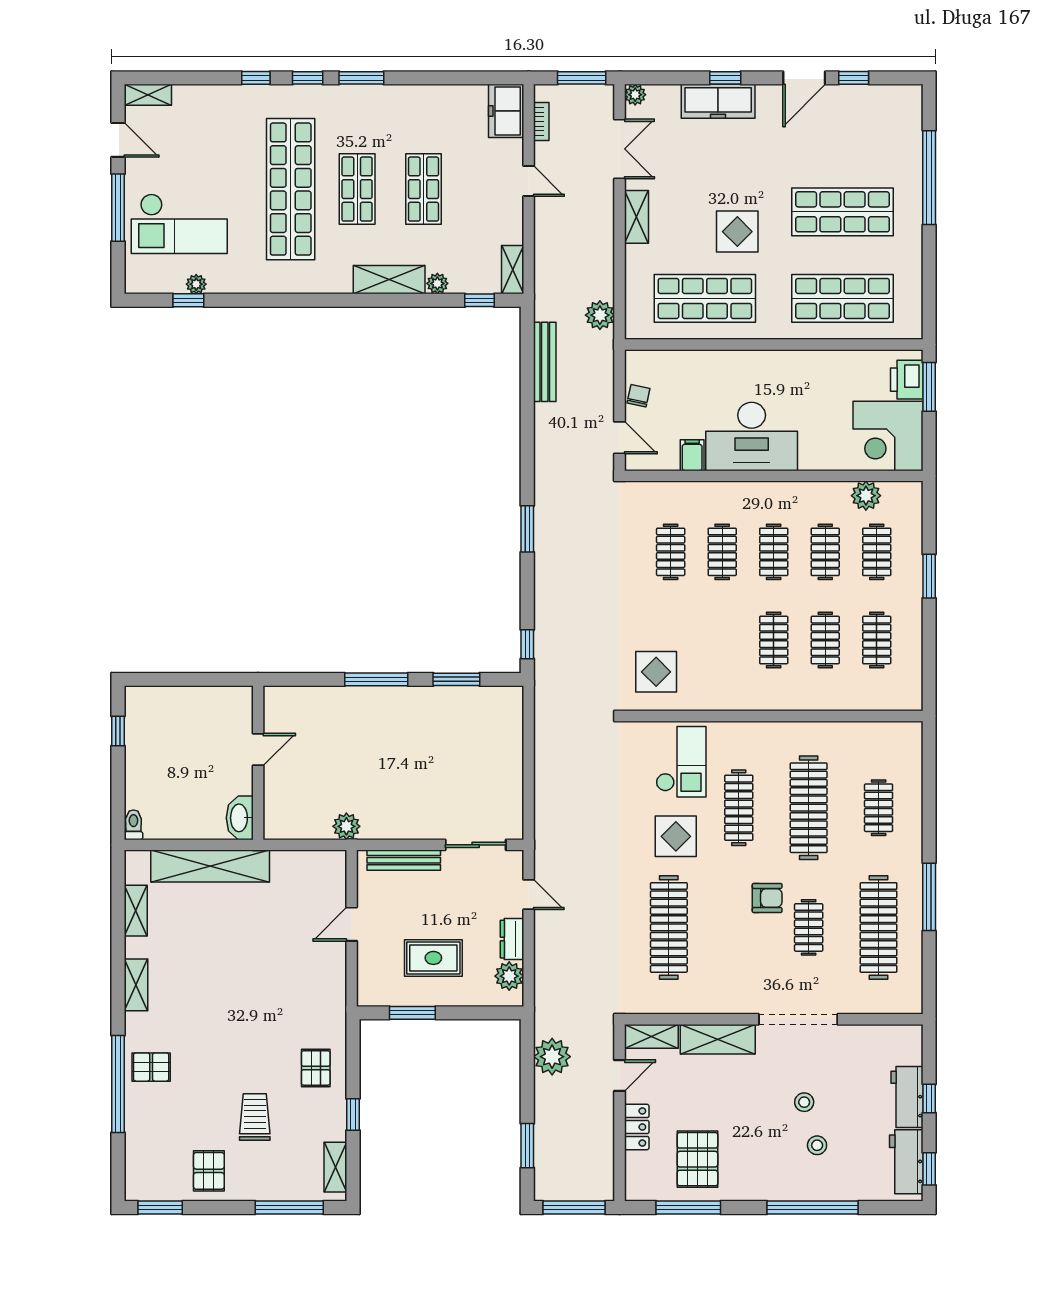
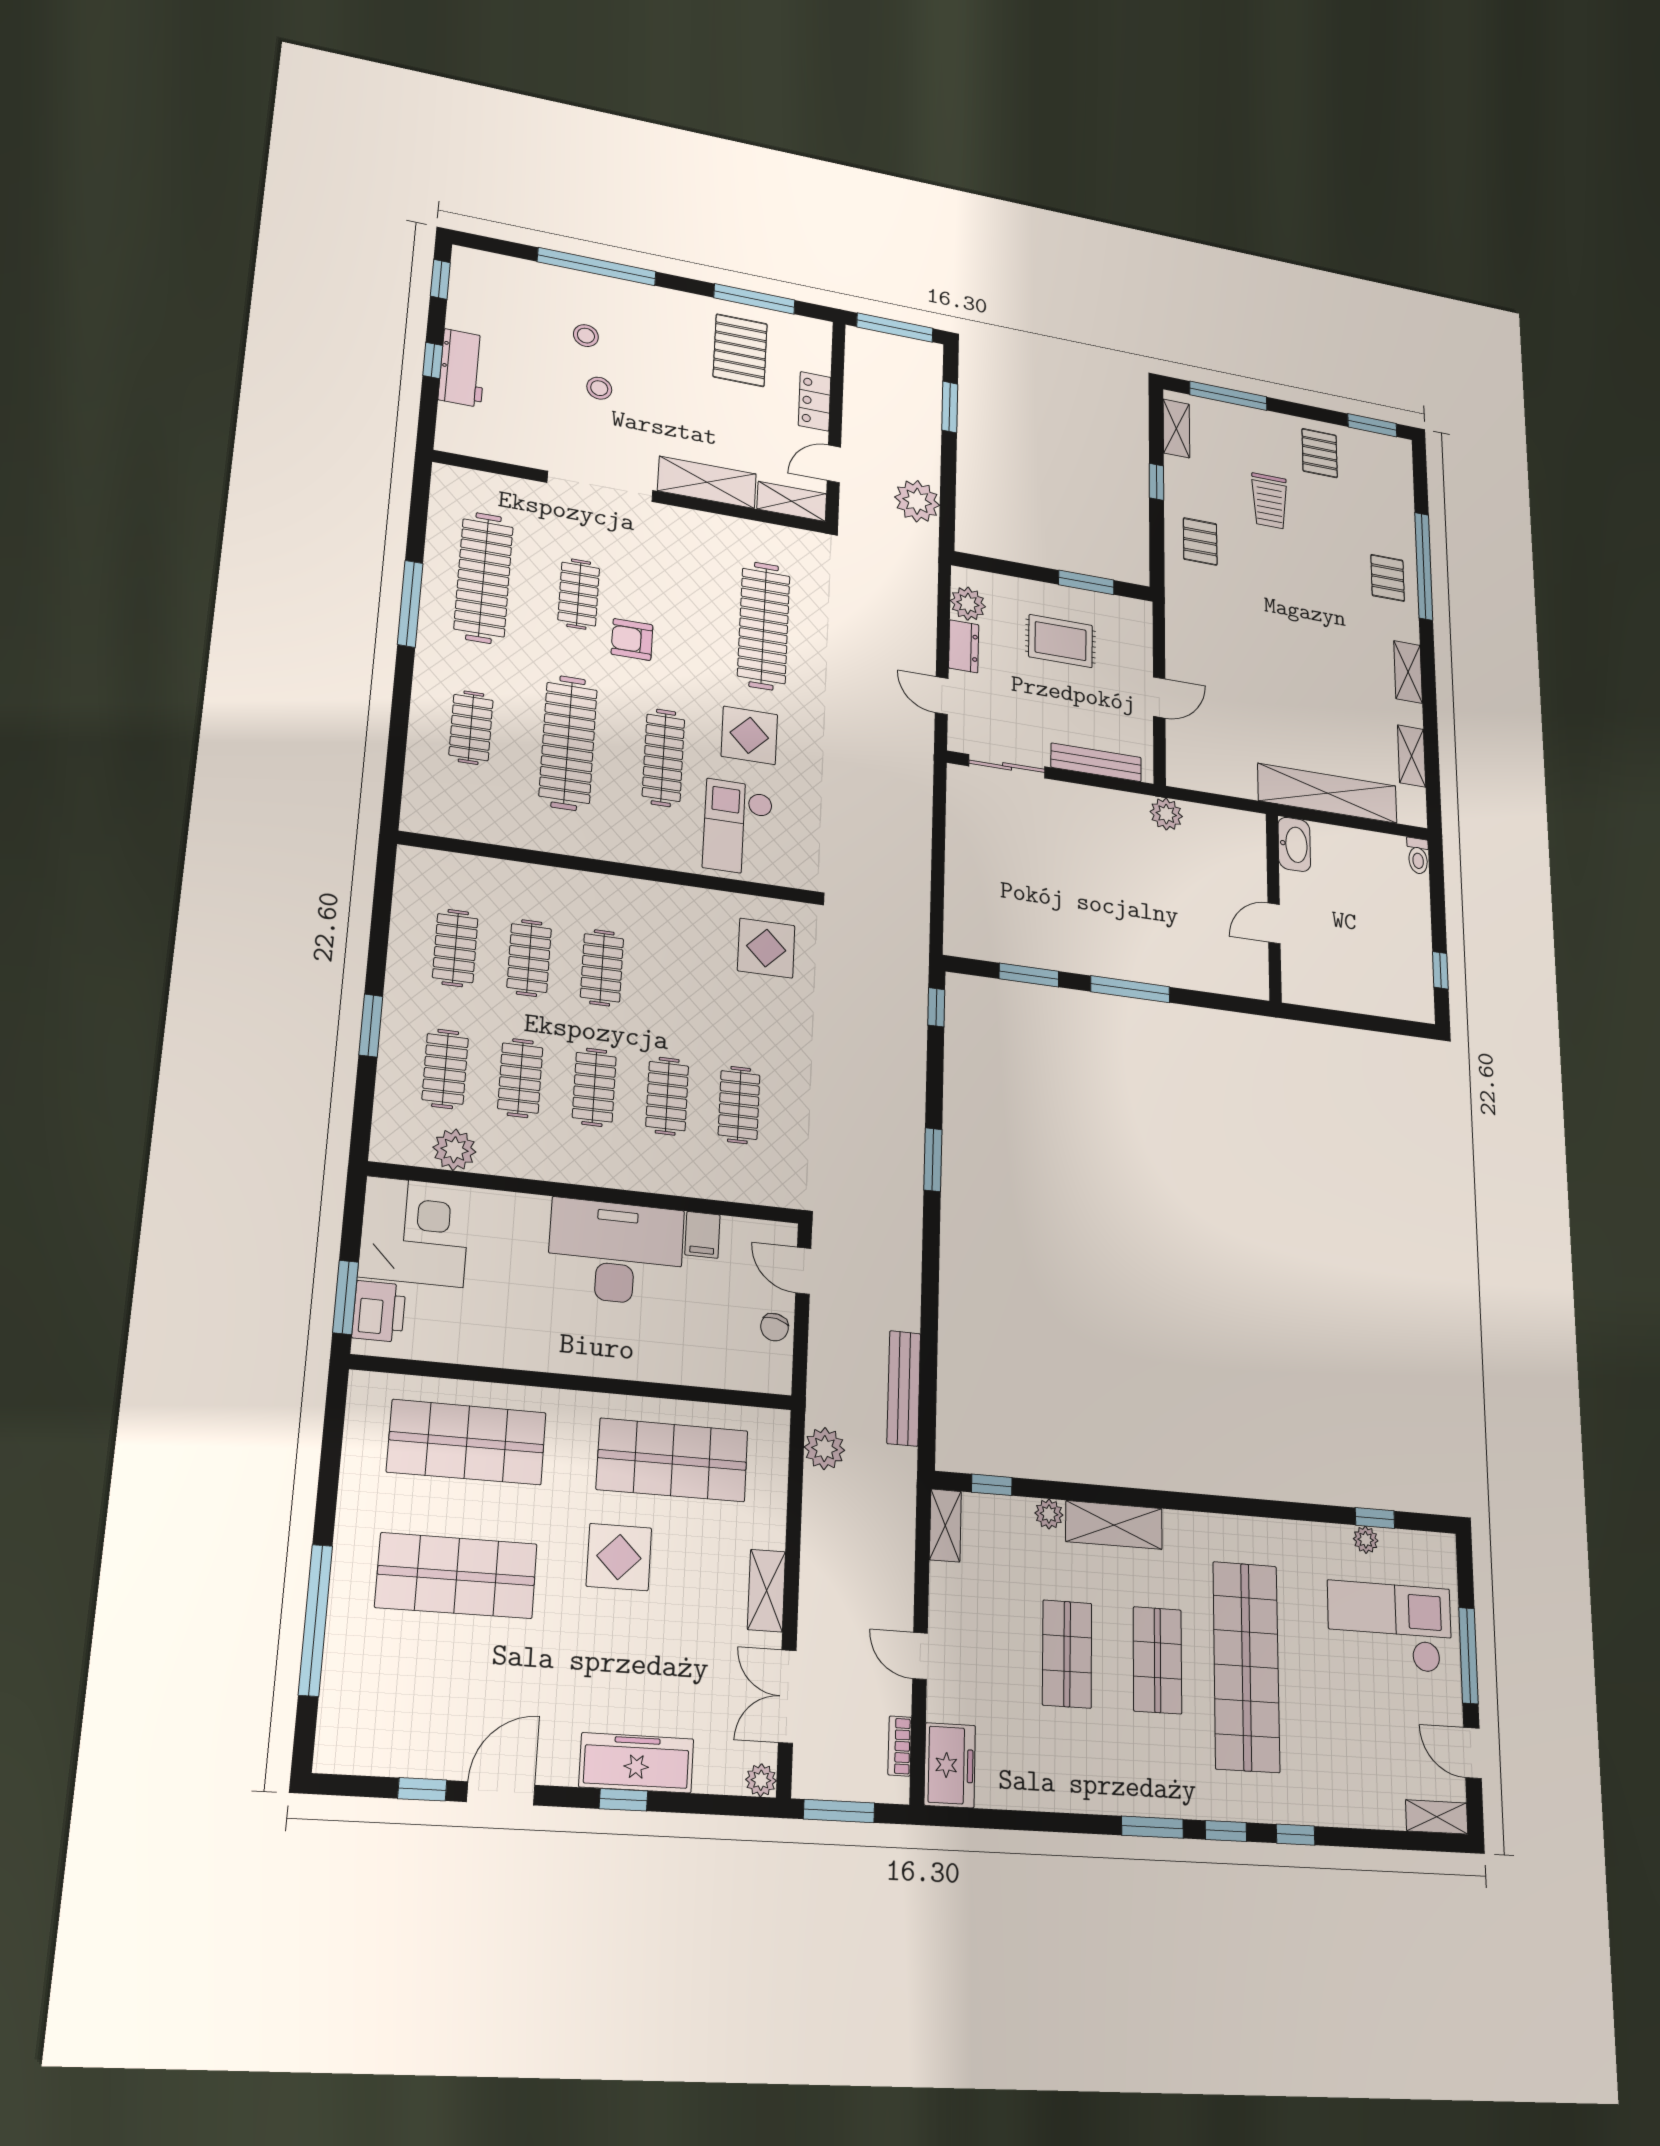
pallet: (151, 1067) -> (1388, 578), turned 90
workbench: (906, 1162) -> (470, 293), removed

